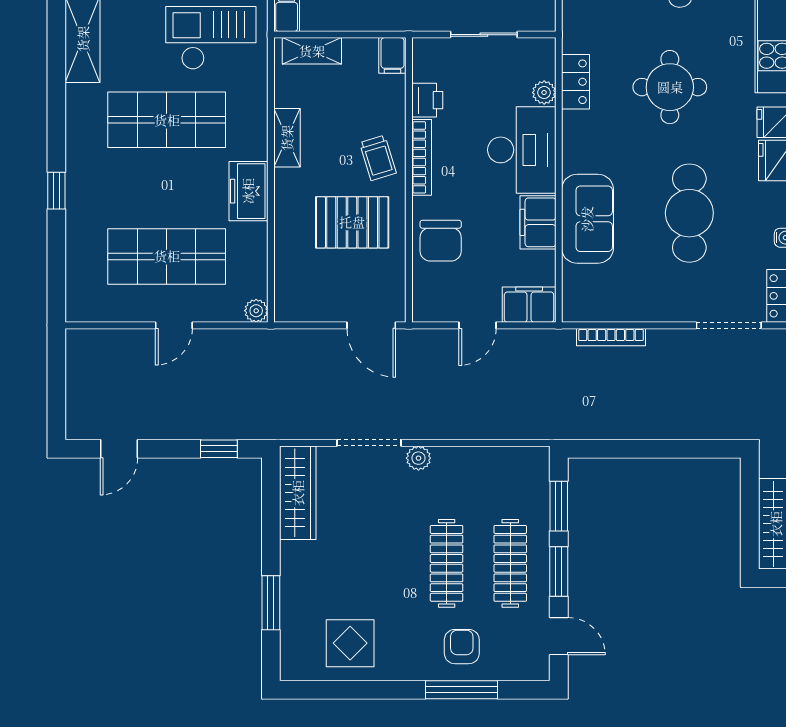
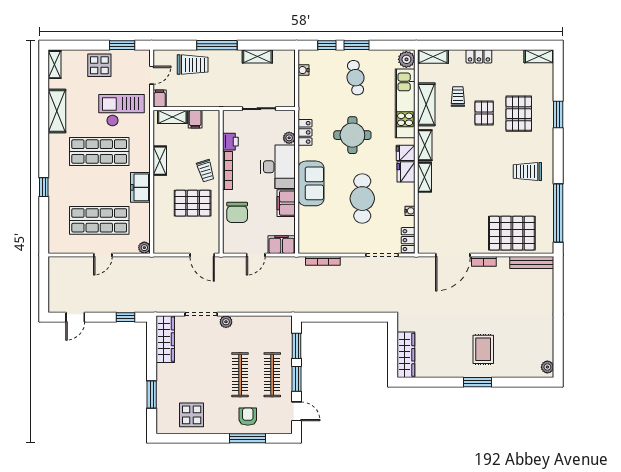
filing cabinet: (392, 55) -> (195, 119), moved
sofa: (587, 219) -> (311, 183), moved

